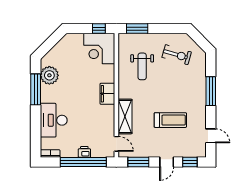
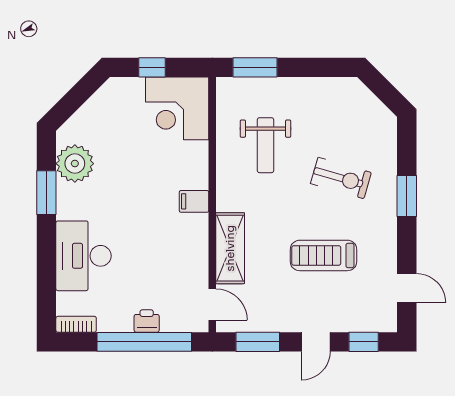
window: (99, 29) -> (152, 67), moved
exercise bike: (177, 55) -> (341, 178), moved
window: (36, 89) -> (46, 193), width x0.69
window: (211, 91) -> (407, 196), width x0.69
filing cabinet: (107, 94) -> (194, 201), width x0.50
treadmill: (170, 120) -> (324, 255), turned 180

